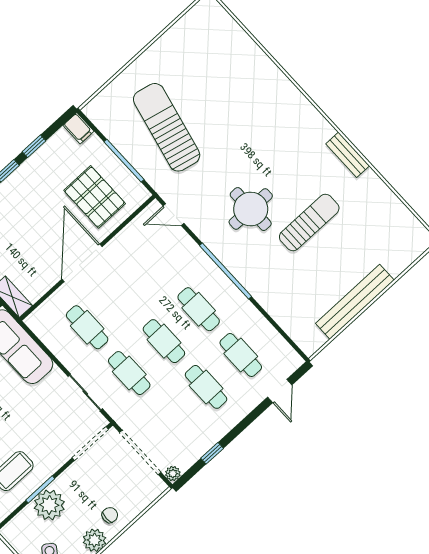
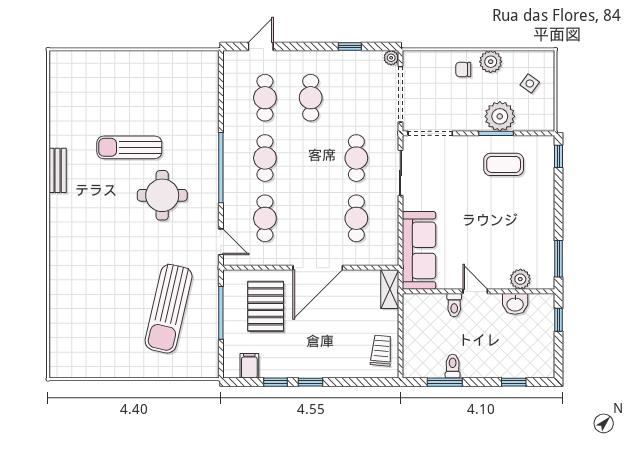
filing cabinet: (78, 128) -> (249, 366), moved
bench: (355, 302) -> (149, 61), removed
cafe table: (164, 341) -> (265, 218), moved

